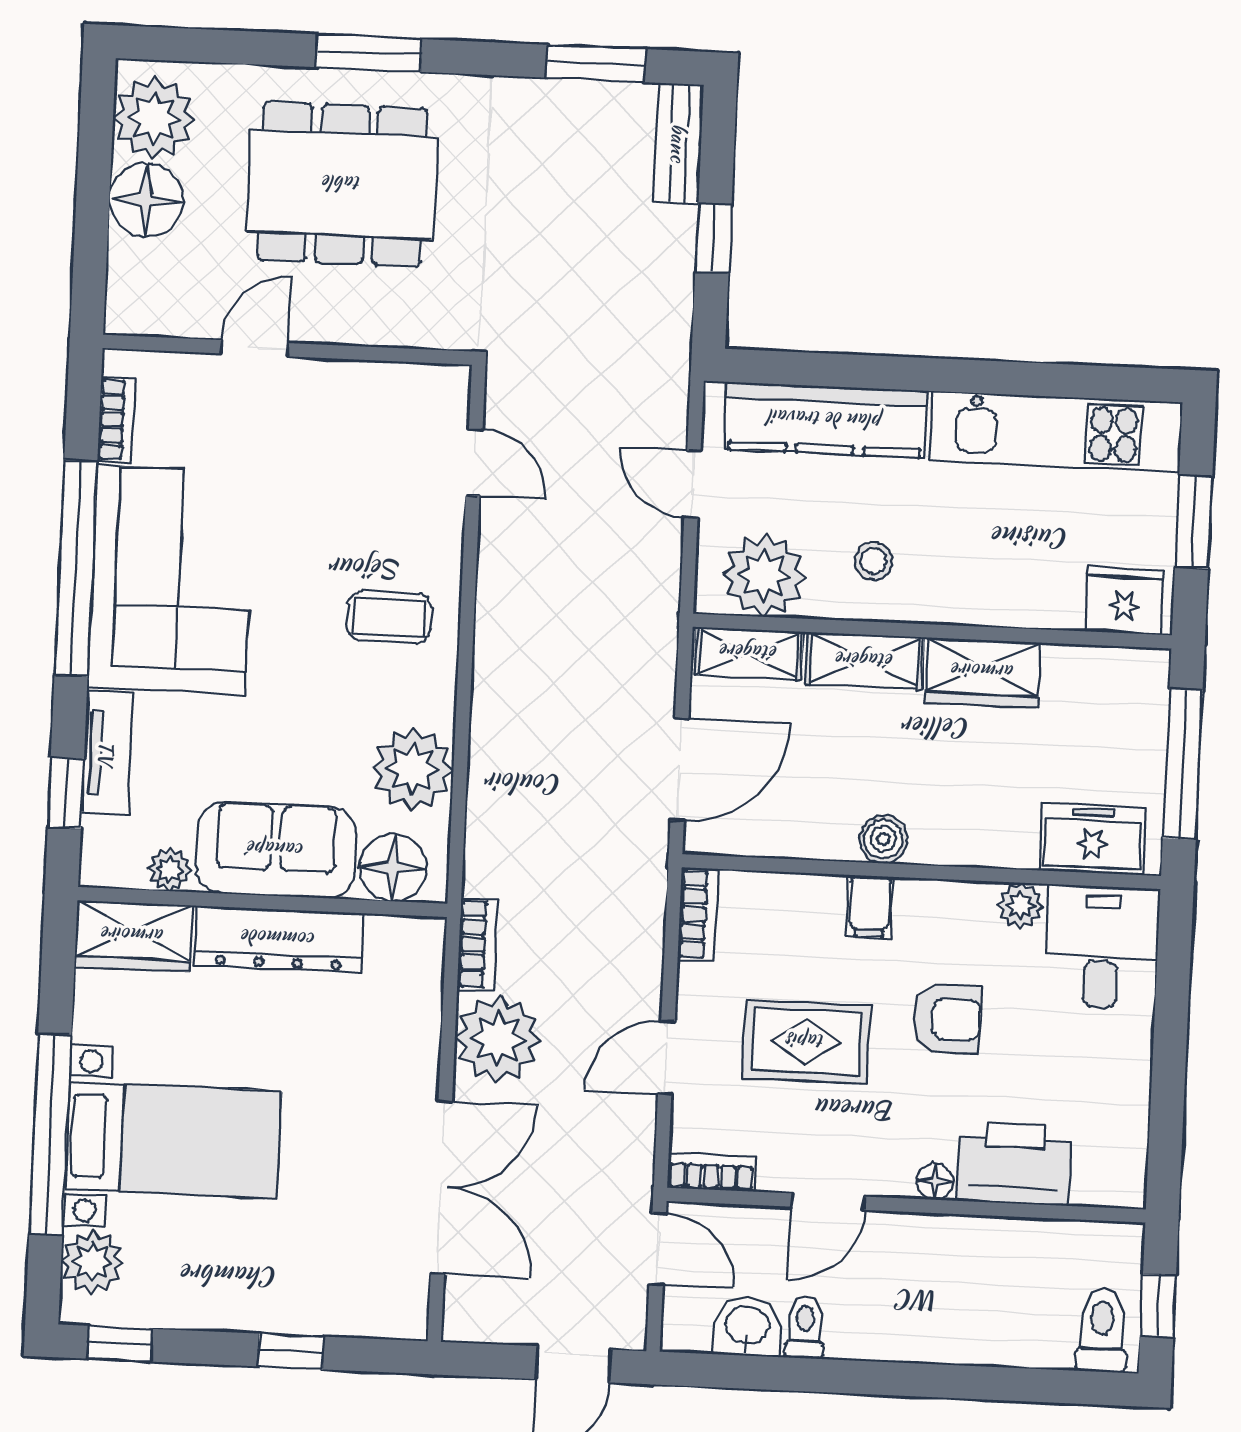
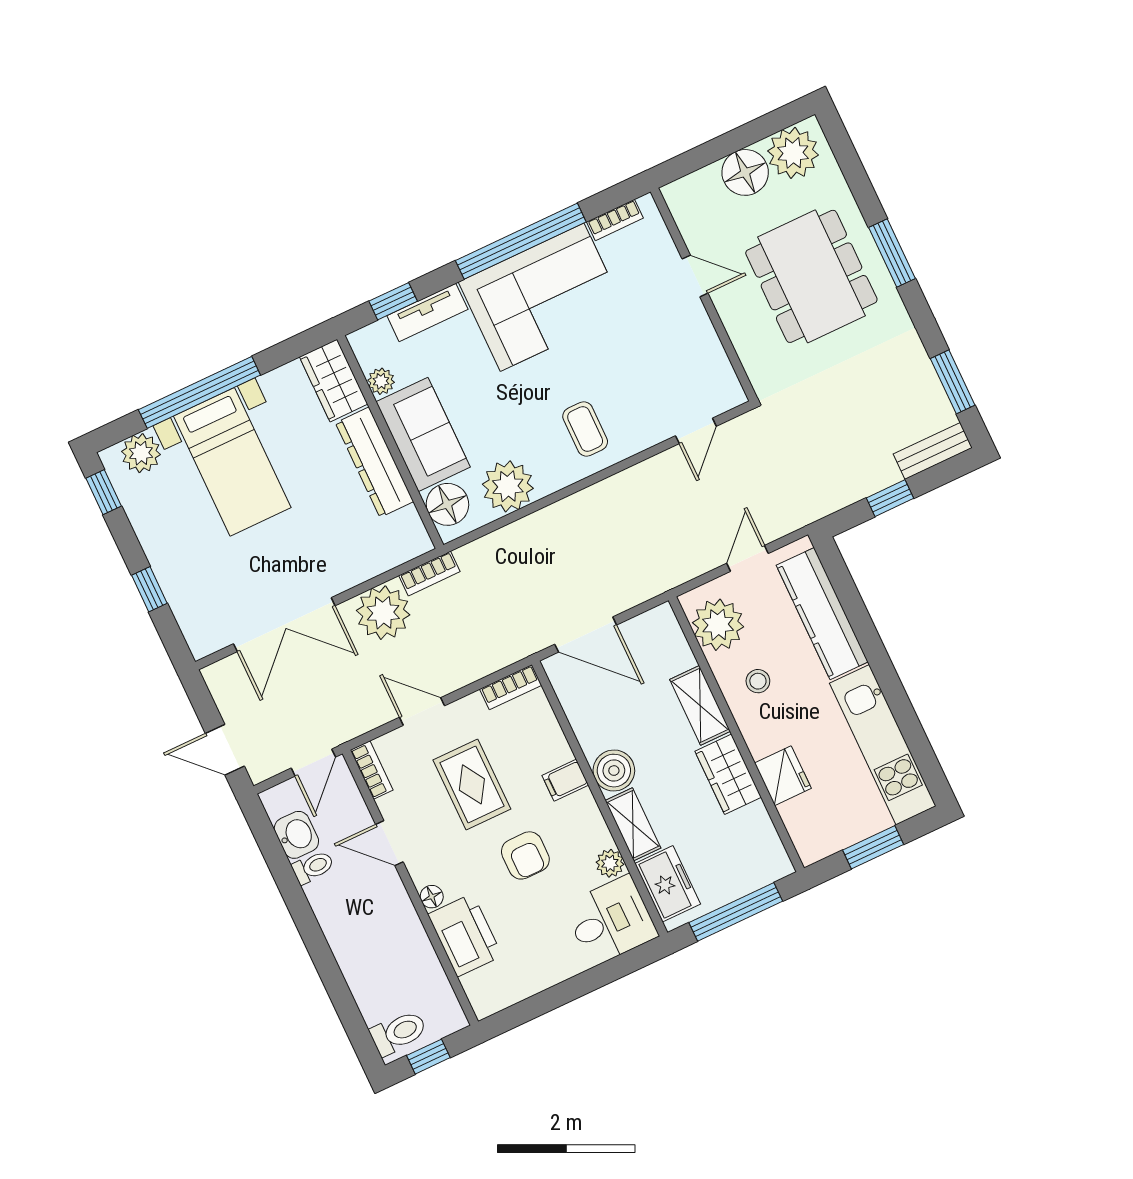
fridge: (1124, 601) -> (783, 776), moved
shelving: (749, 653) -> (633, 824), moved
boiler: (883, 839) -> (614, 771), width x1.36, depth x1.36

